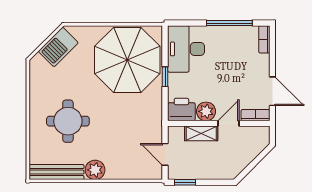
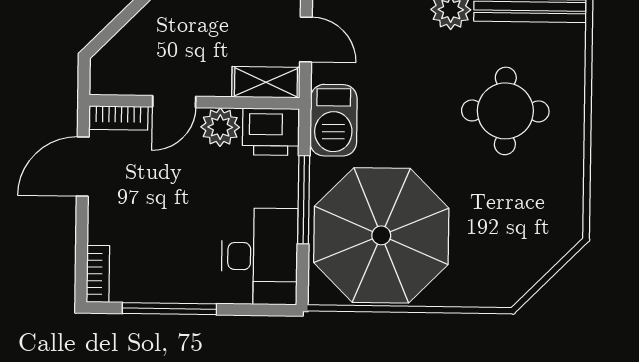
barbecue: (58, 47) -> (333, 120), moved, turned 135
window: (165, 77) -> (304, 200), width x2.17
door: (272, 91) -> (83, 166), hinge flipped
shelving: (201, 133) -> (266, 82), moved

